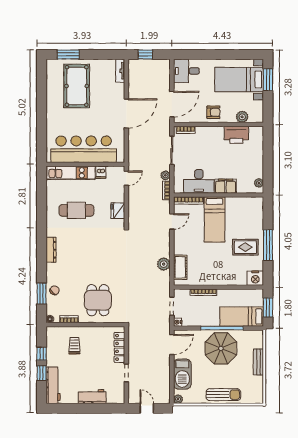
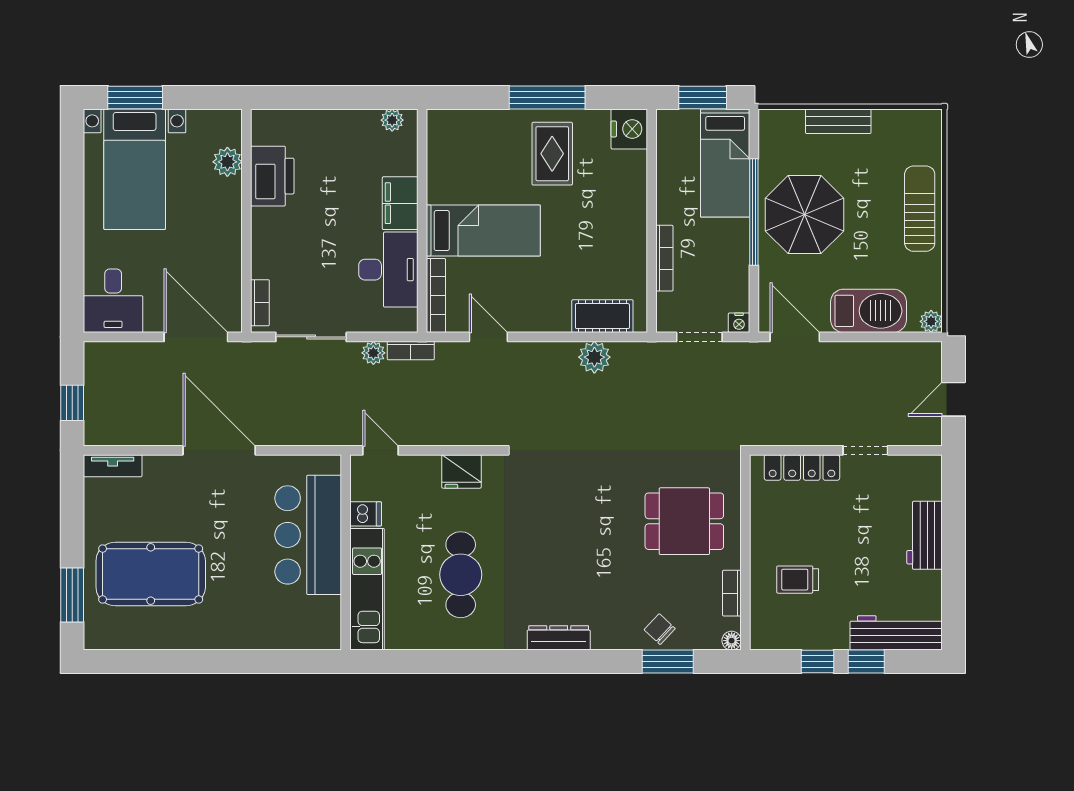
armchair: (213, 112) -> (216, 233), removed
bar counter: (84, 149) -> (308, 535), width x0.73

